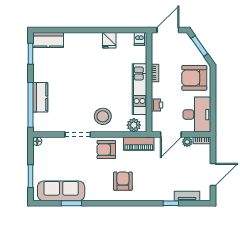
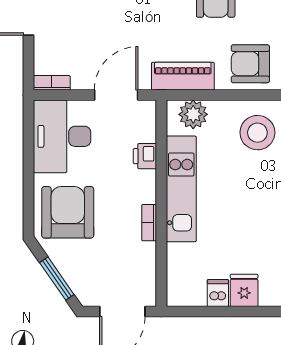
dishwasher: (139, 39) -> (218, 293), moved
armchair: (194, 78) -> (68, 212), turned -90
plant: (187, 142) -> (82, 80), removed
armchair: (106, 150) -> (250, 64), turned 180

